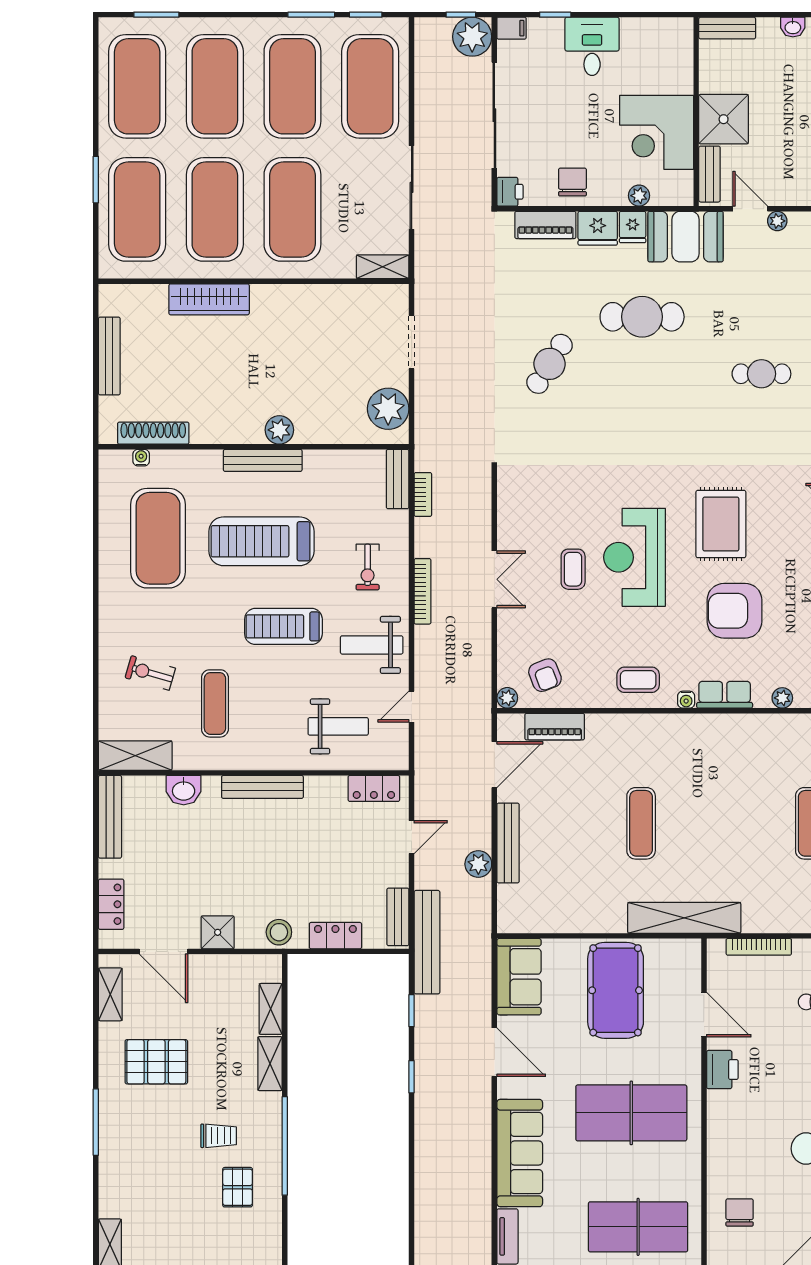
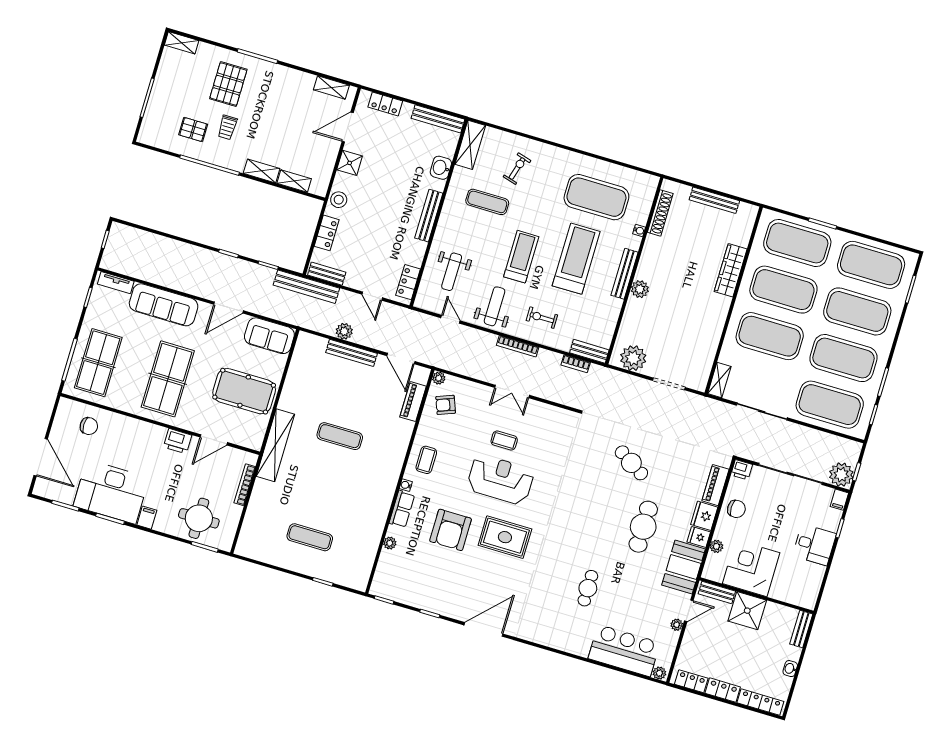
water cooler: (141, 458) -> (639, 231), moved
armchair: (734, 611) -> (451, 530), turned 180
pallet: (156, 1062) -> (228, 84), moved

